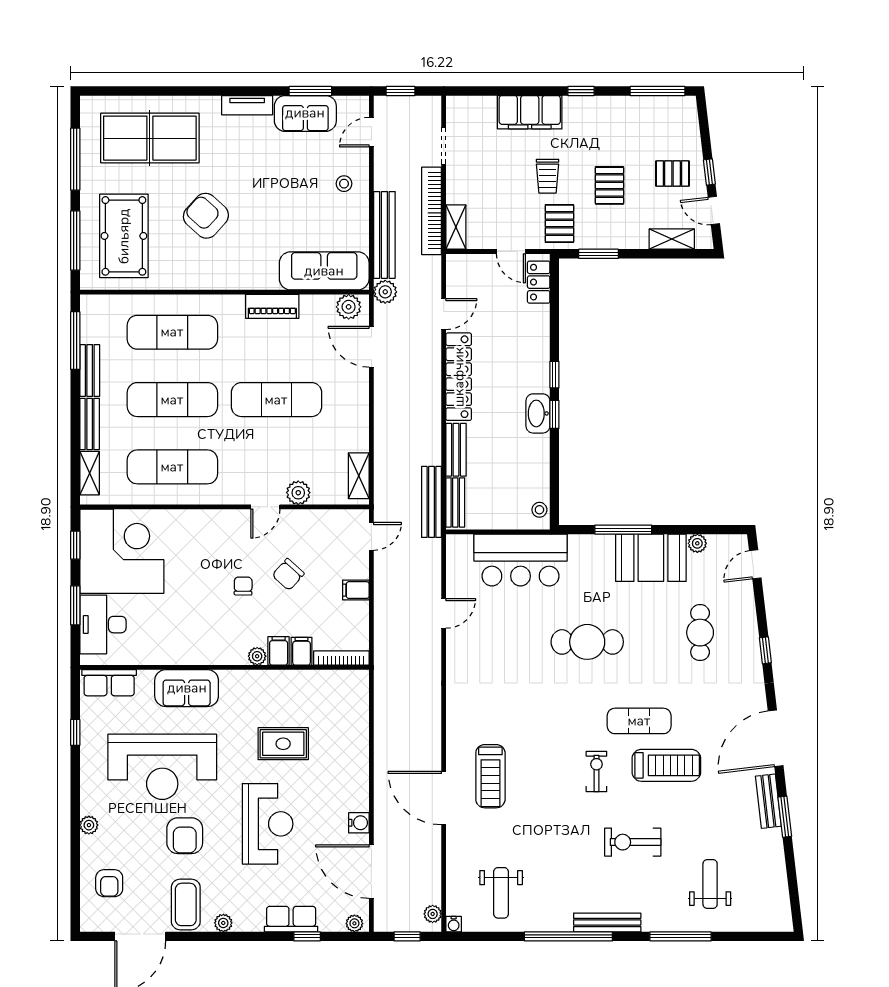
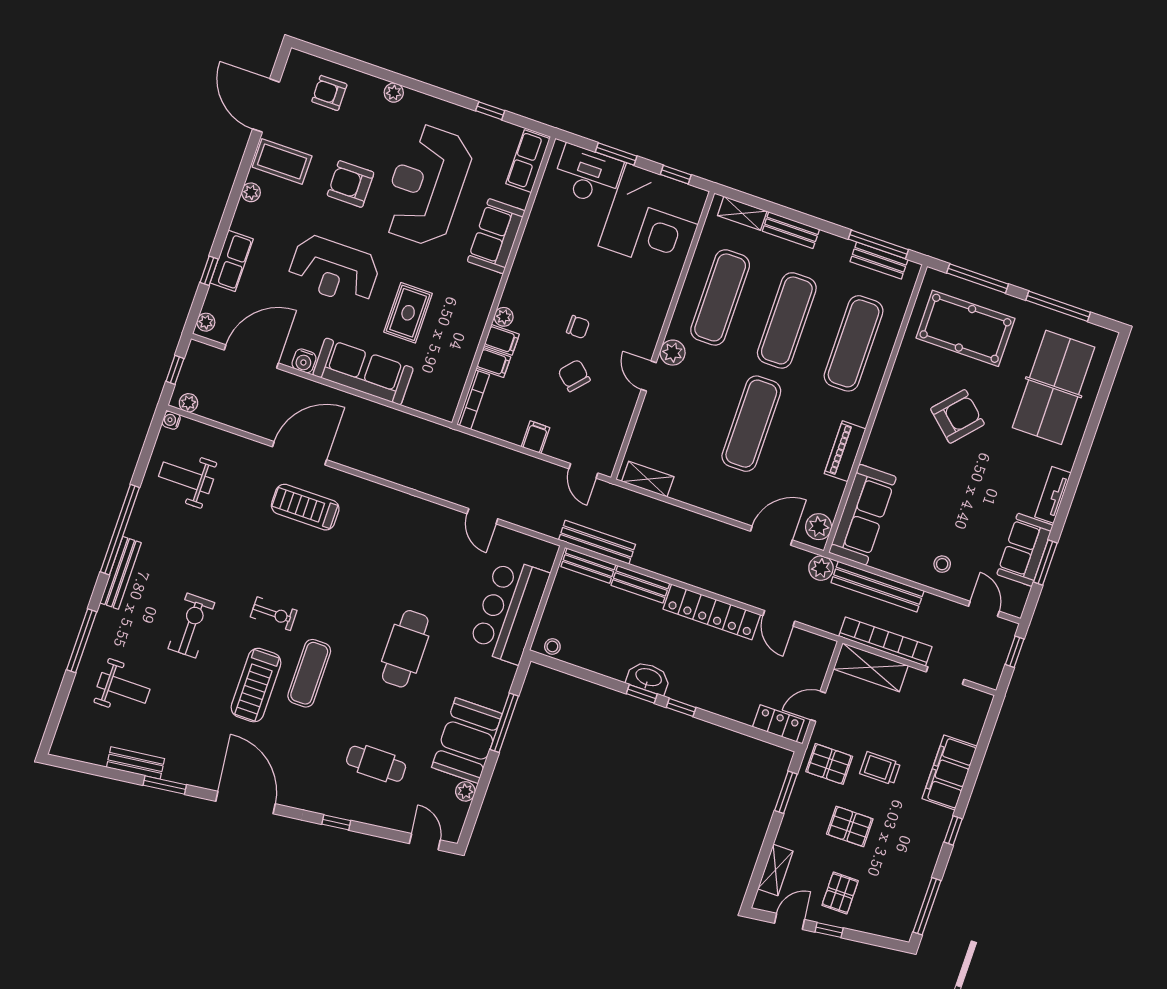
shelving: (456, 227) -> (871, 667), width x1.50, depth x1.33
bench: (90, 371) -> (879, 261), moved
plant: (298, 493) -> (673, 353), moved
sofa: (350, 766) -> (363, 372), added
bench: (768, 801) -> (135, 763), moved

